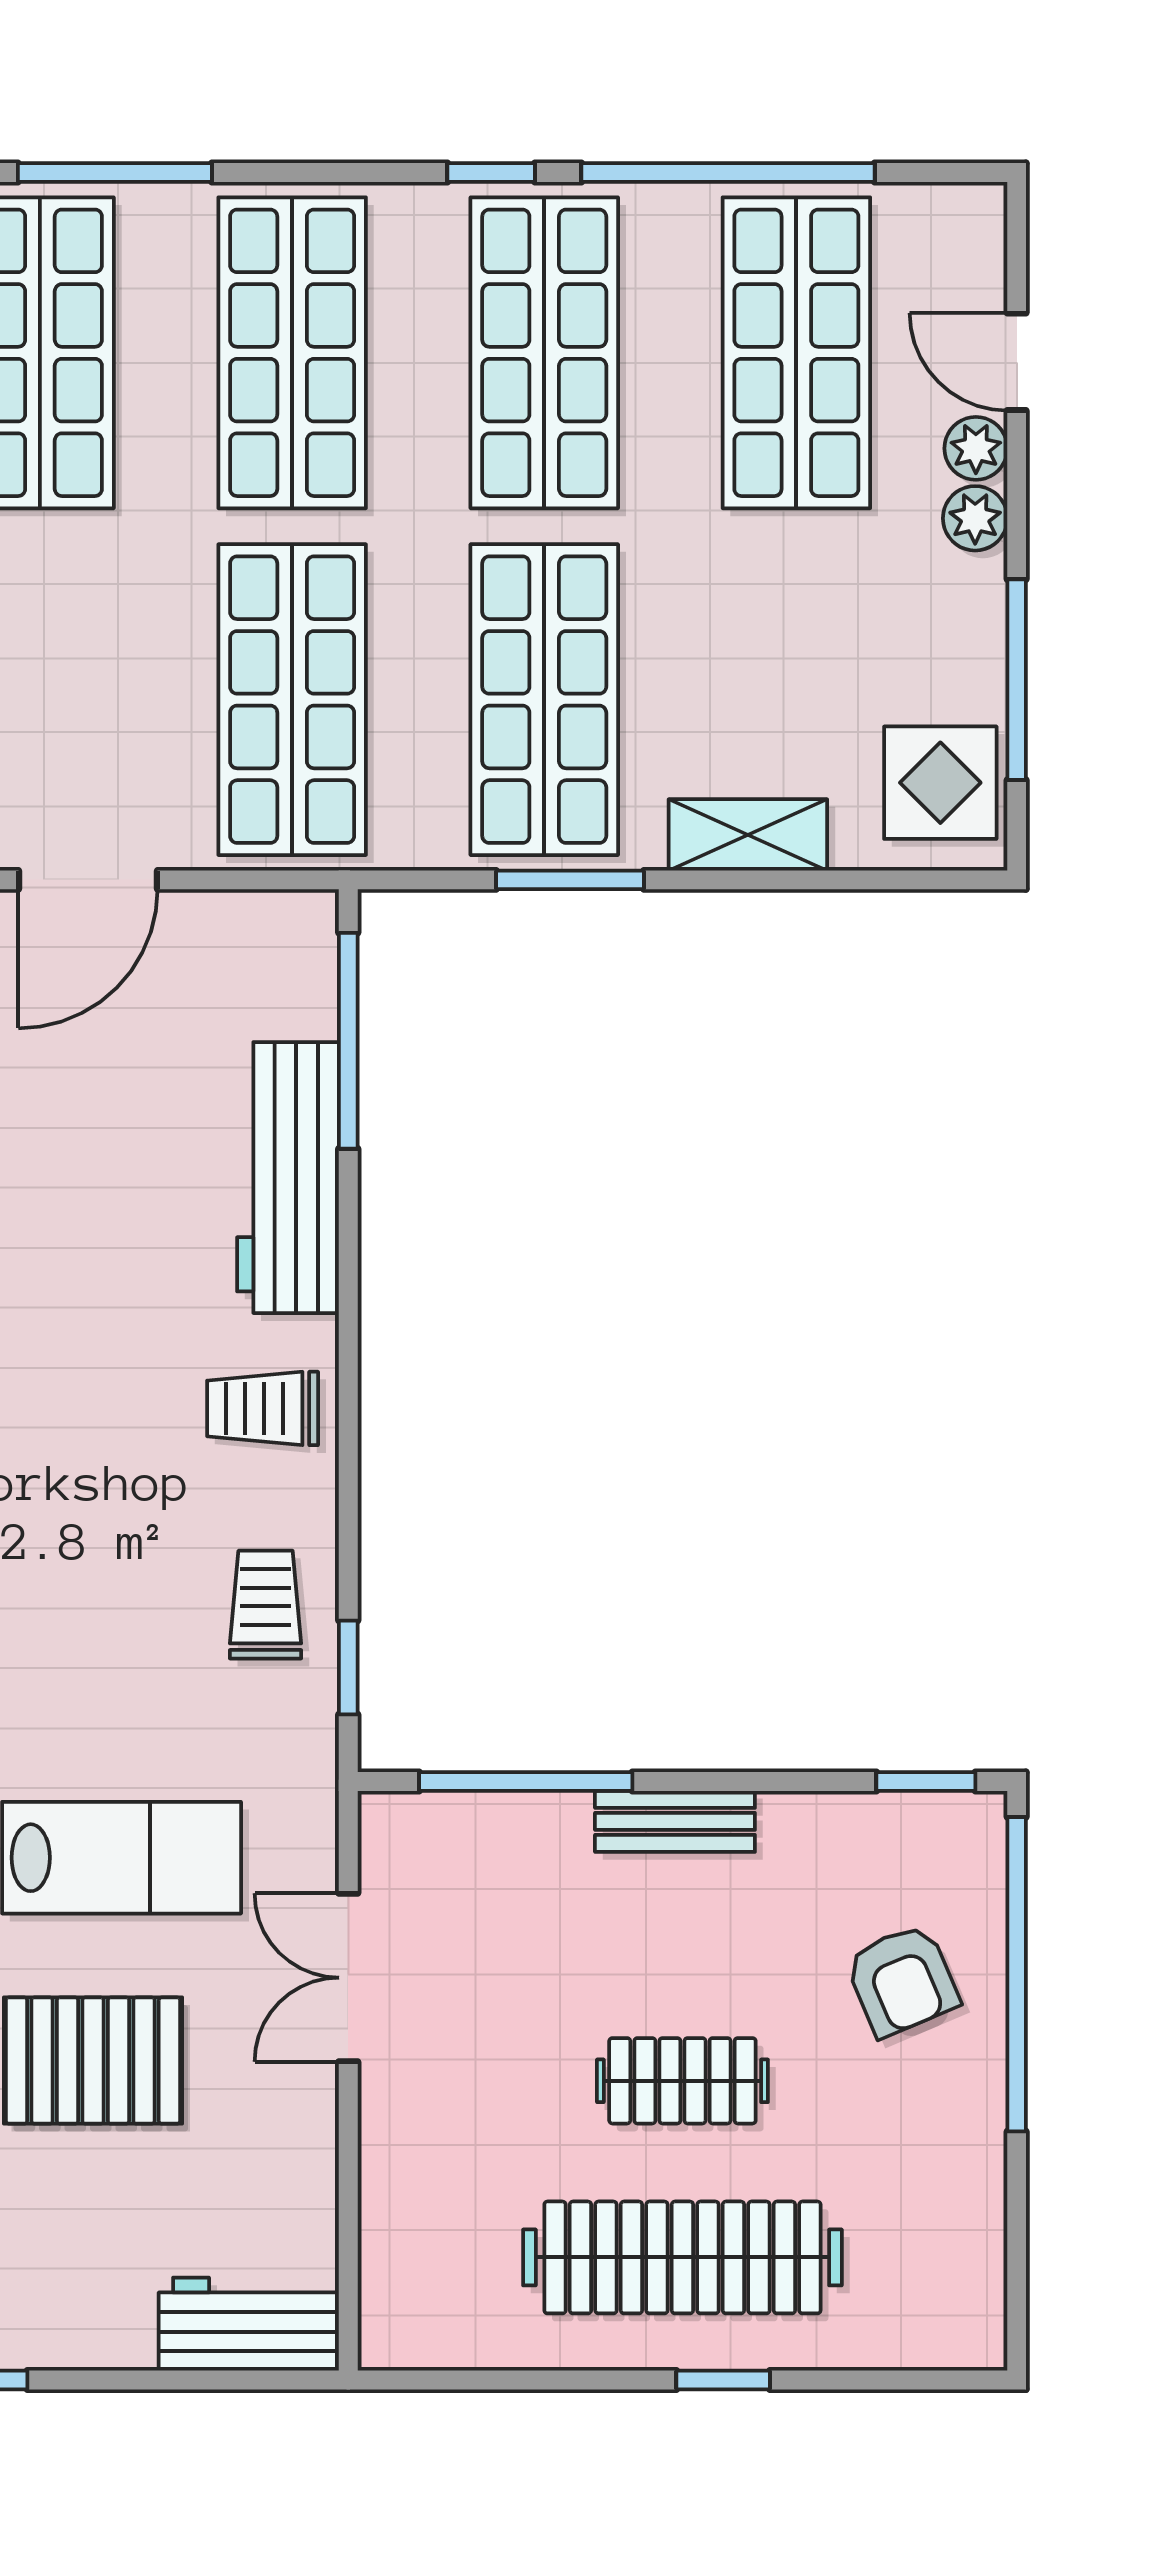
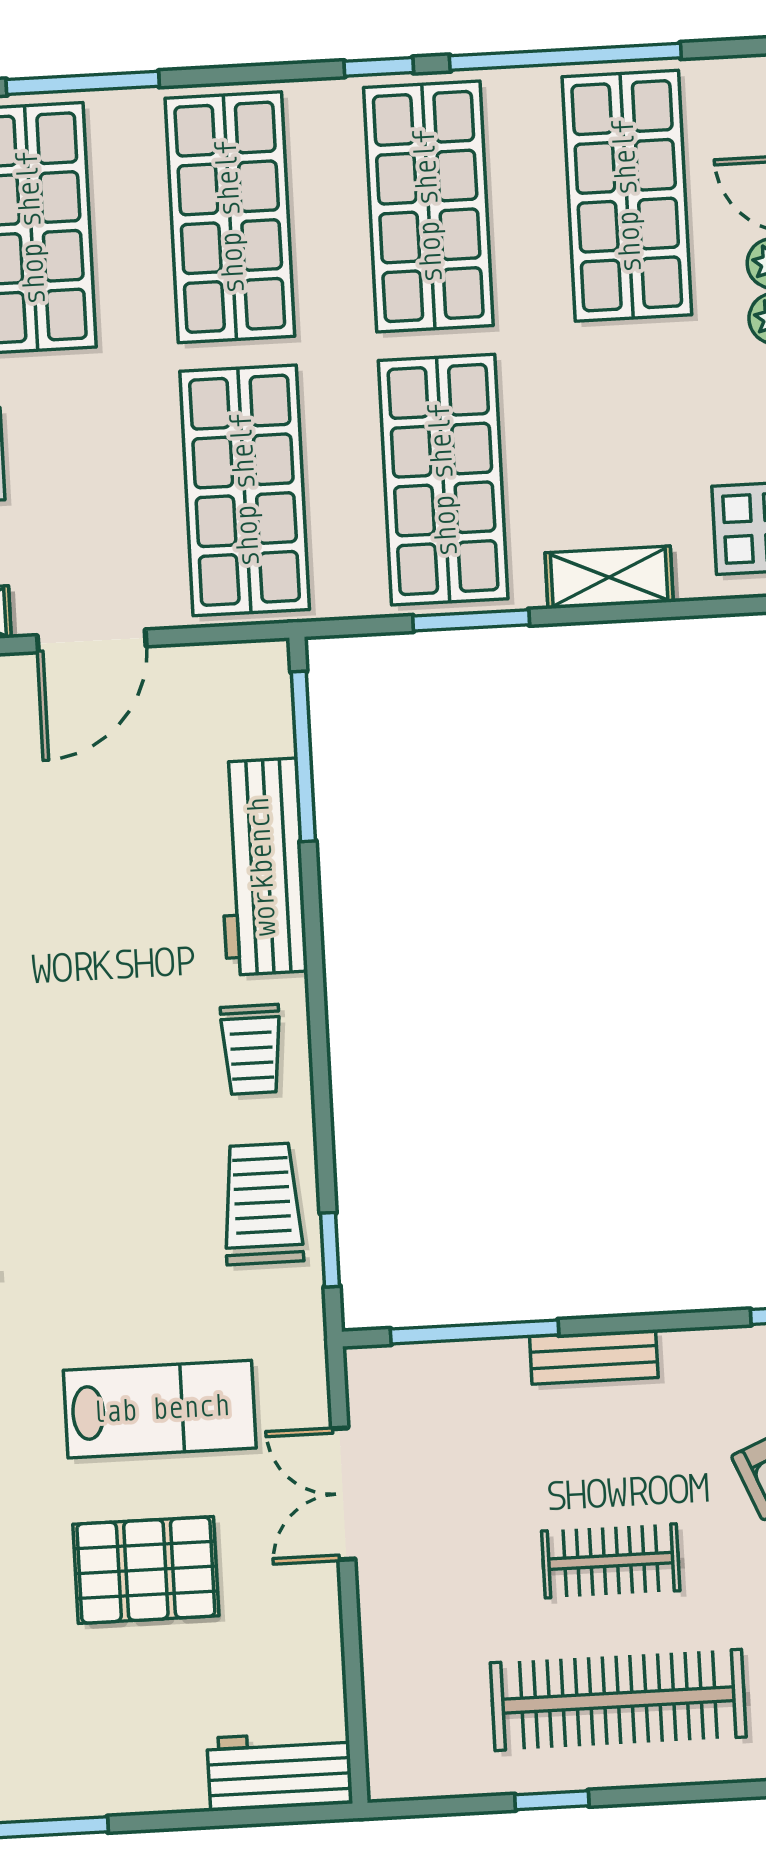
trolley: (263, 1408) -> (252, 1049), turned -90
trolley: (266, 1605) -> (262, 1204), width x1.36, depth x1.39
window: (723, 2380) -> (552, 1800), moved

